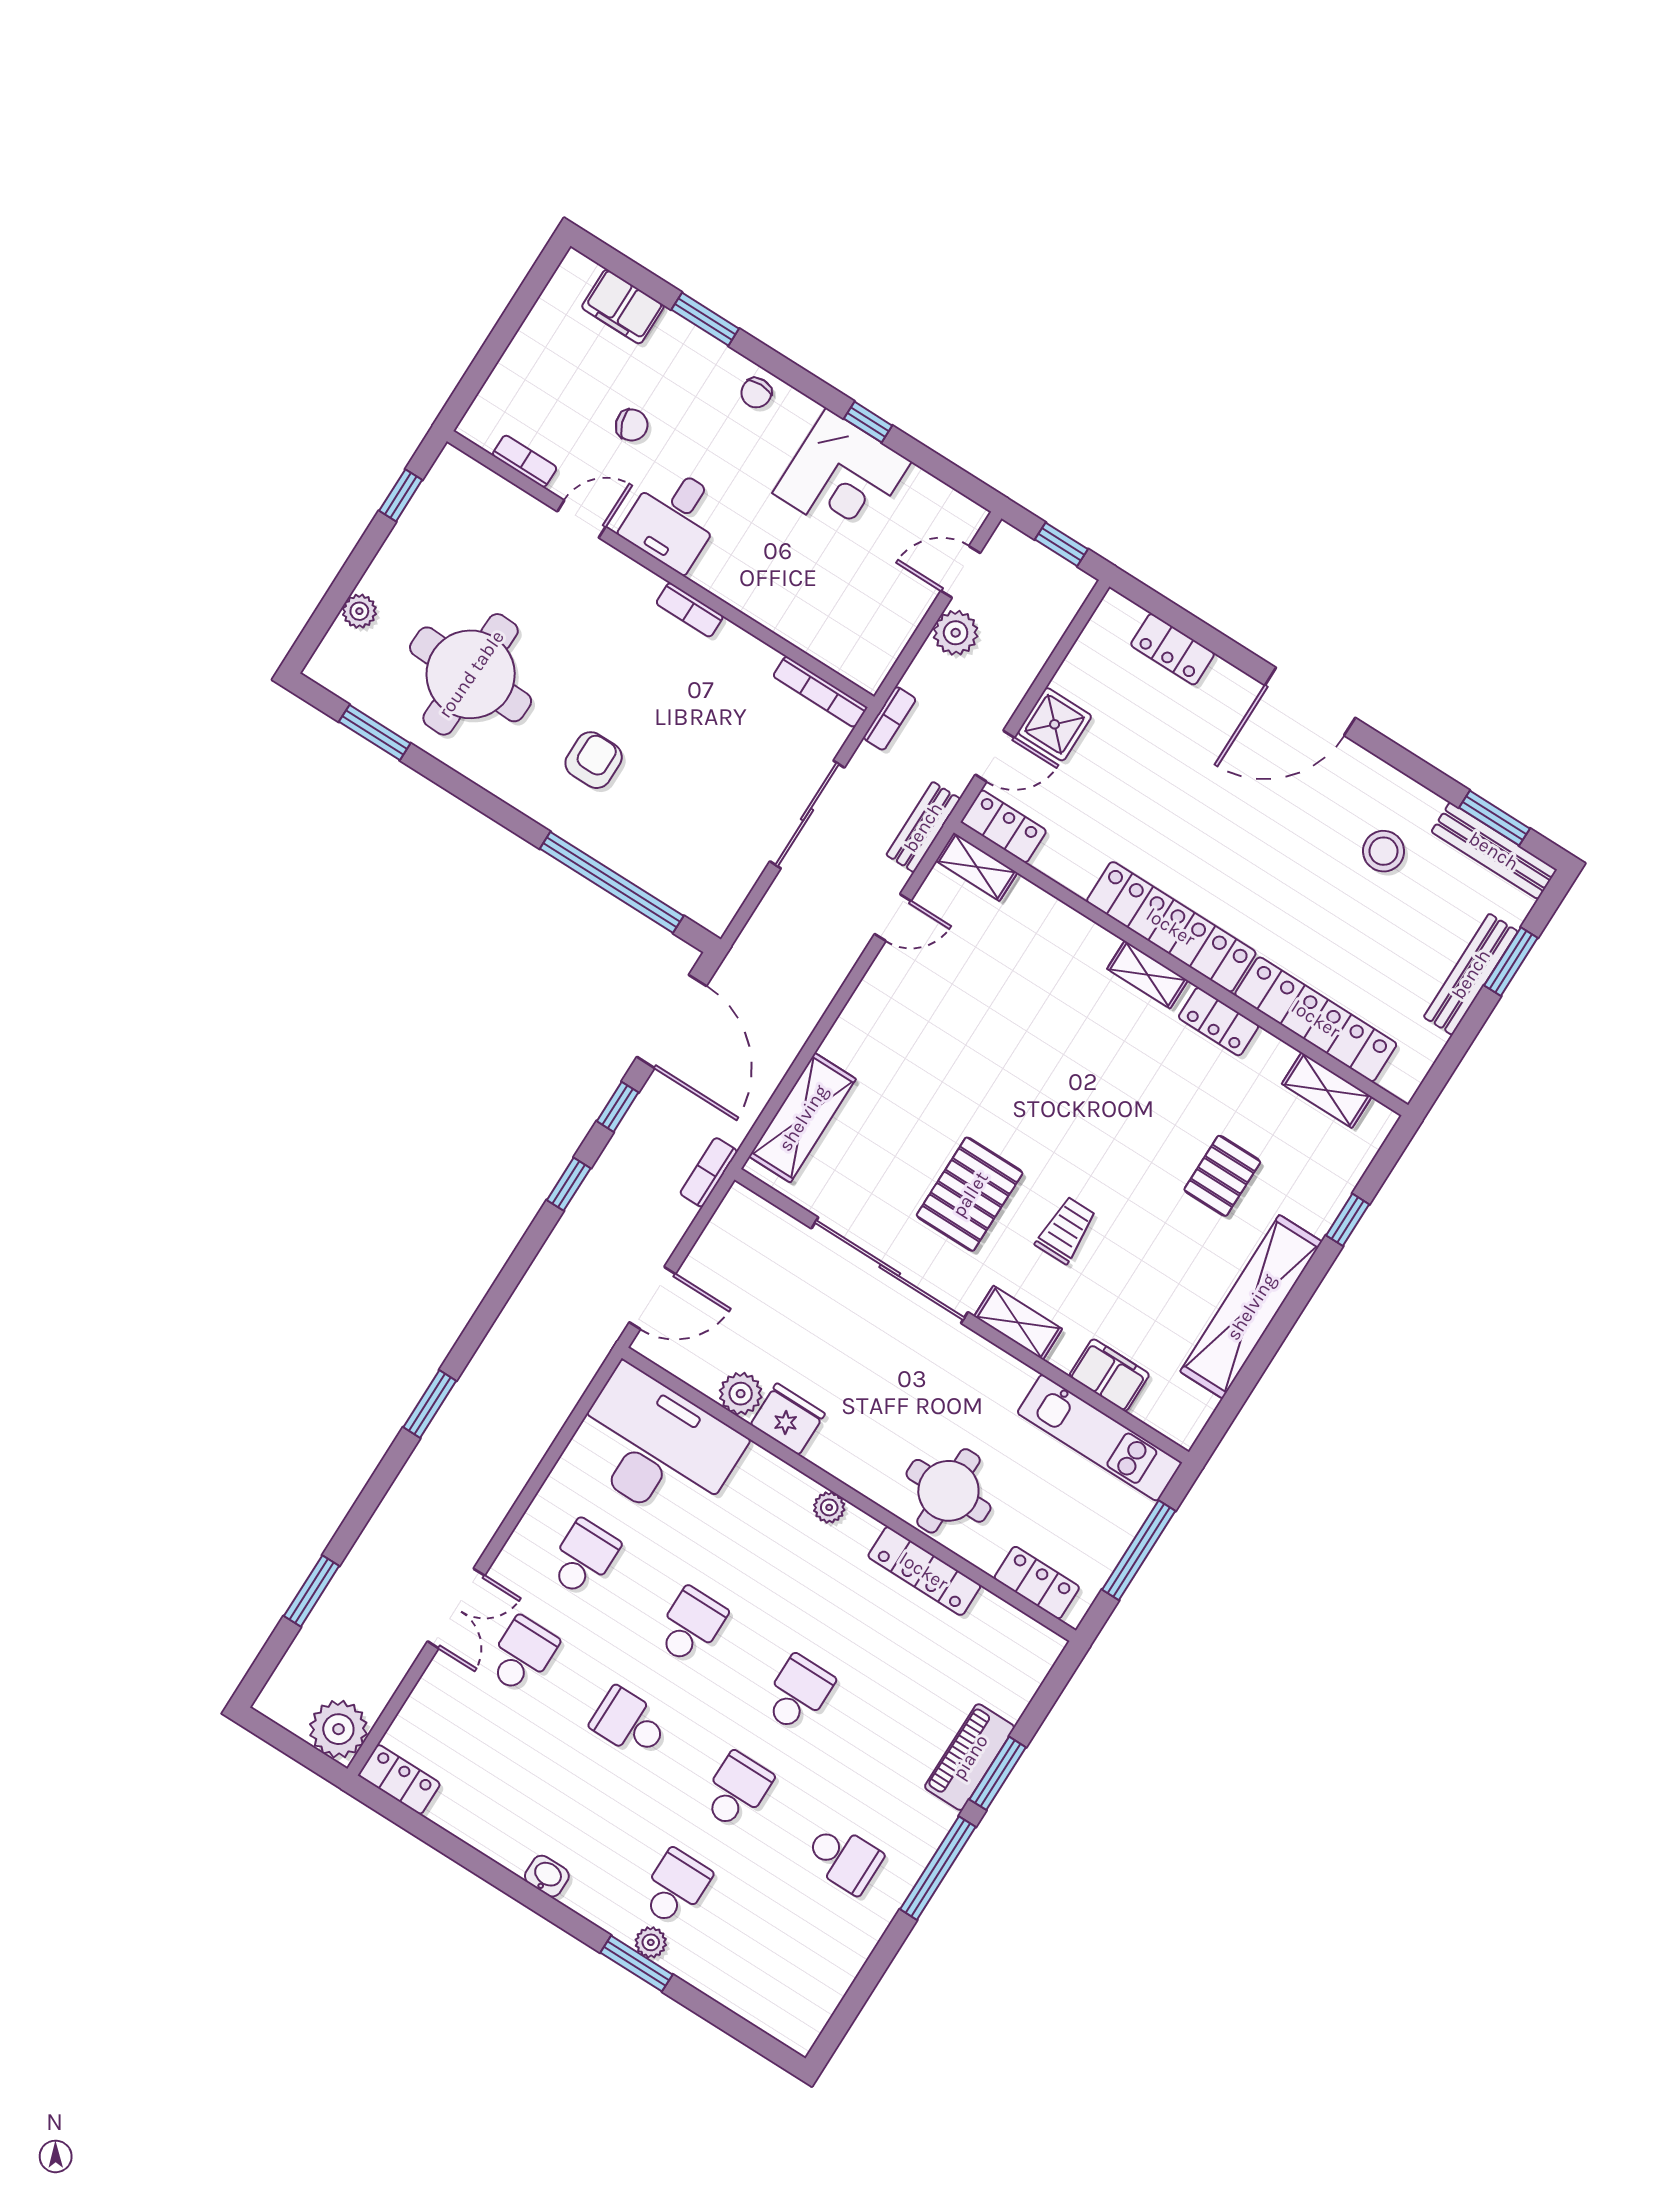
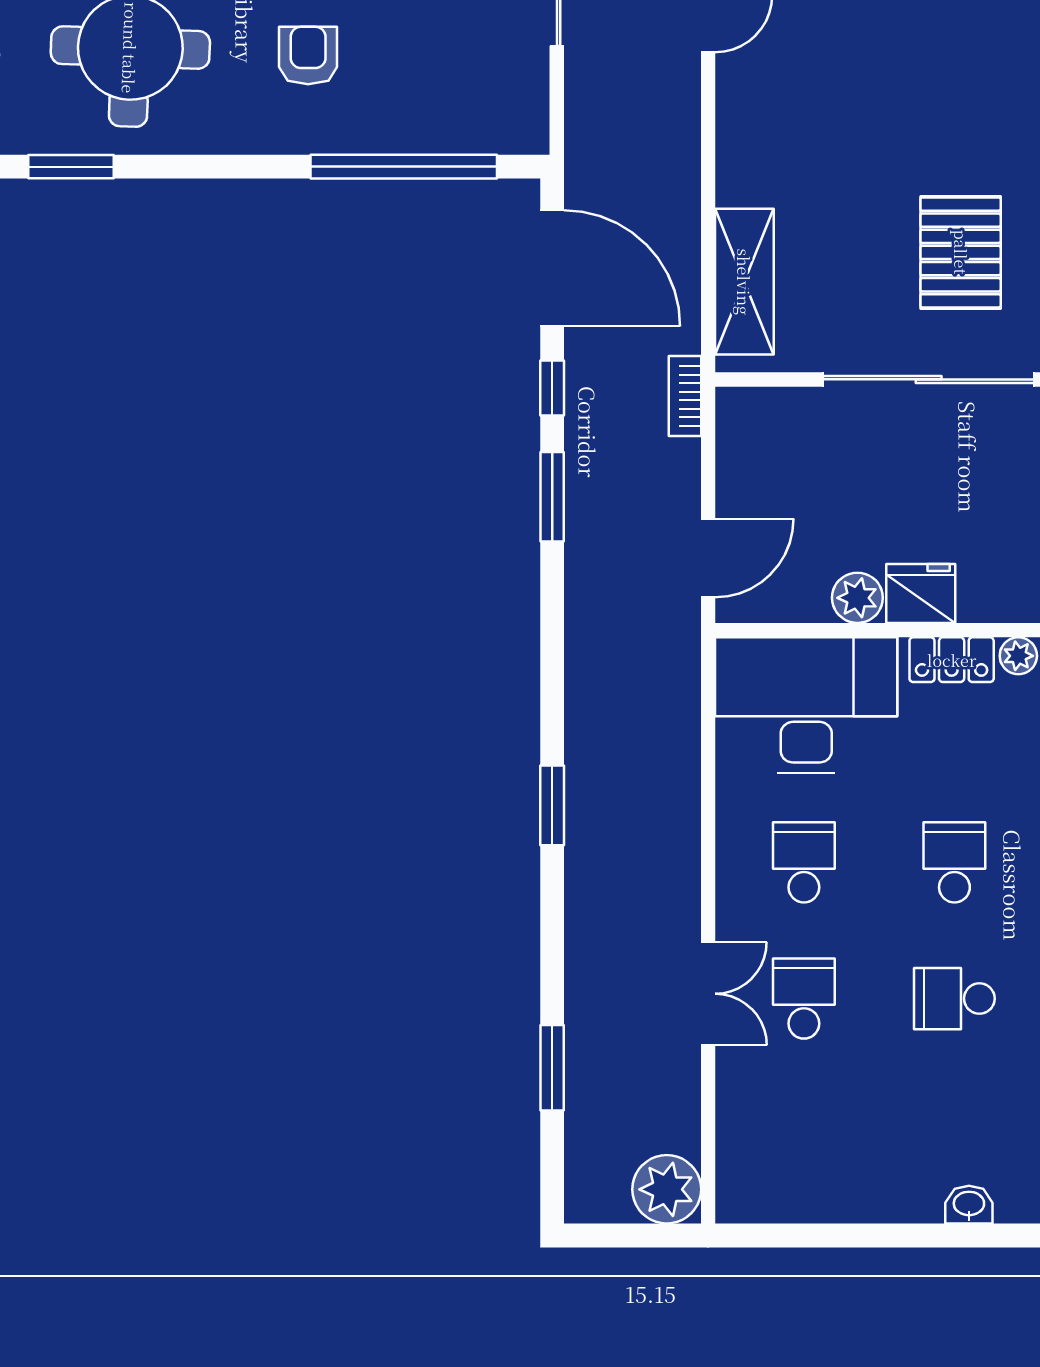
window: (569, 1184) -> (552, 497), width x1.50
locker: (399, 1779) -> (952, 660), moved, turned 180

